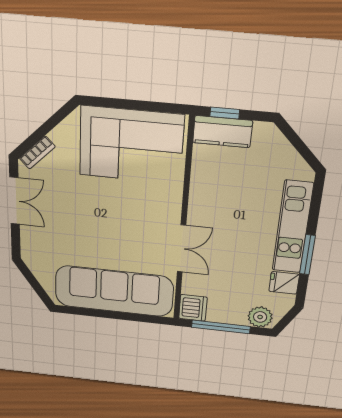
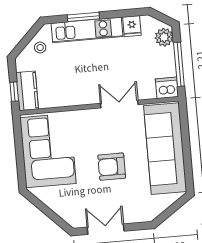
bookcase: (37, 153) -> (66, 215), removed
stool: (282, 161) -> (40, 48), added
armchair: (98, 224) -> (112, 167), added
window: (307, 255) -> (83, 17), moved

